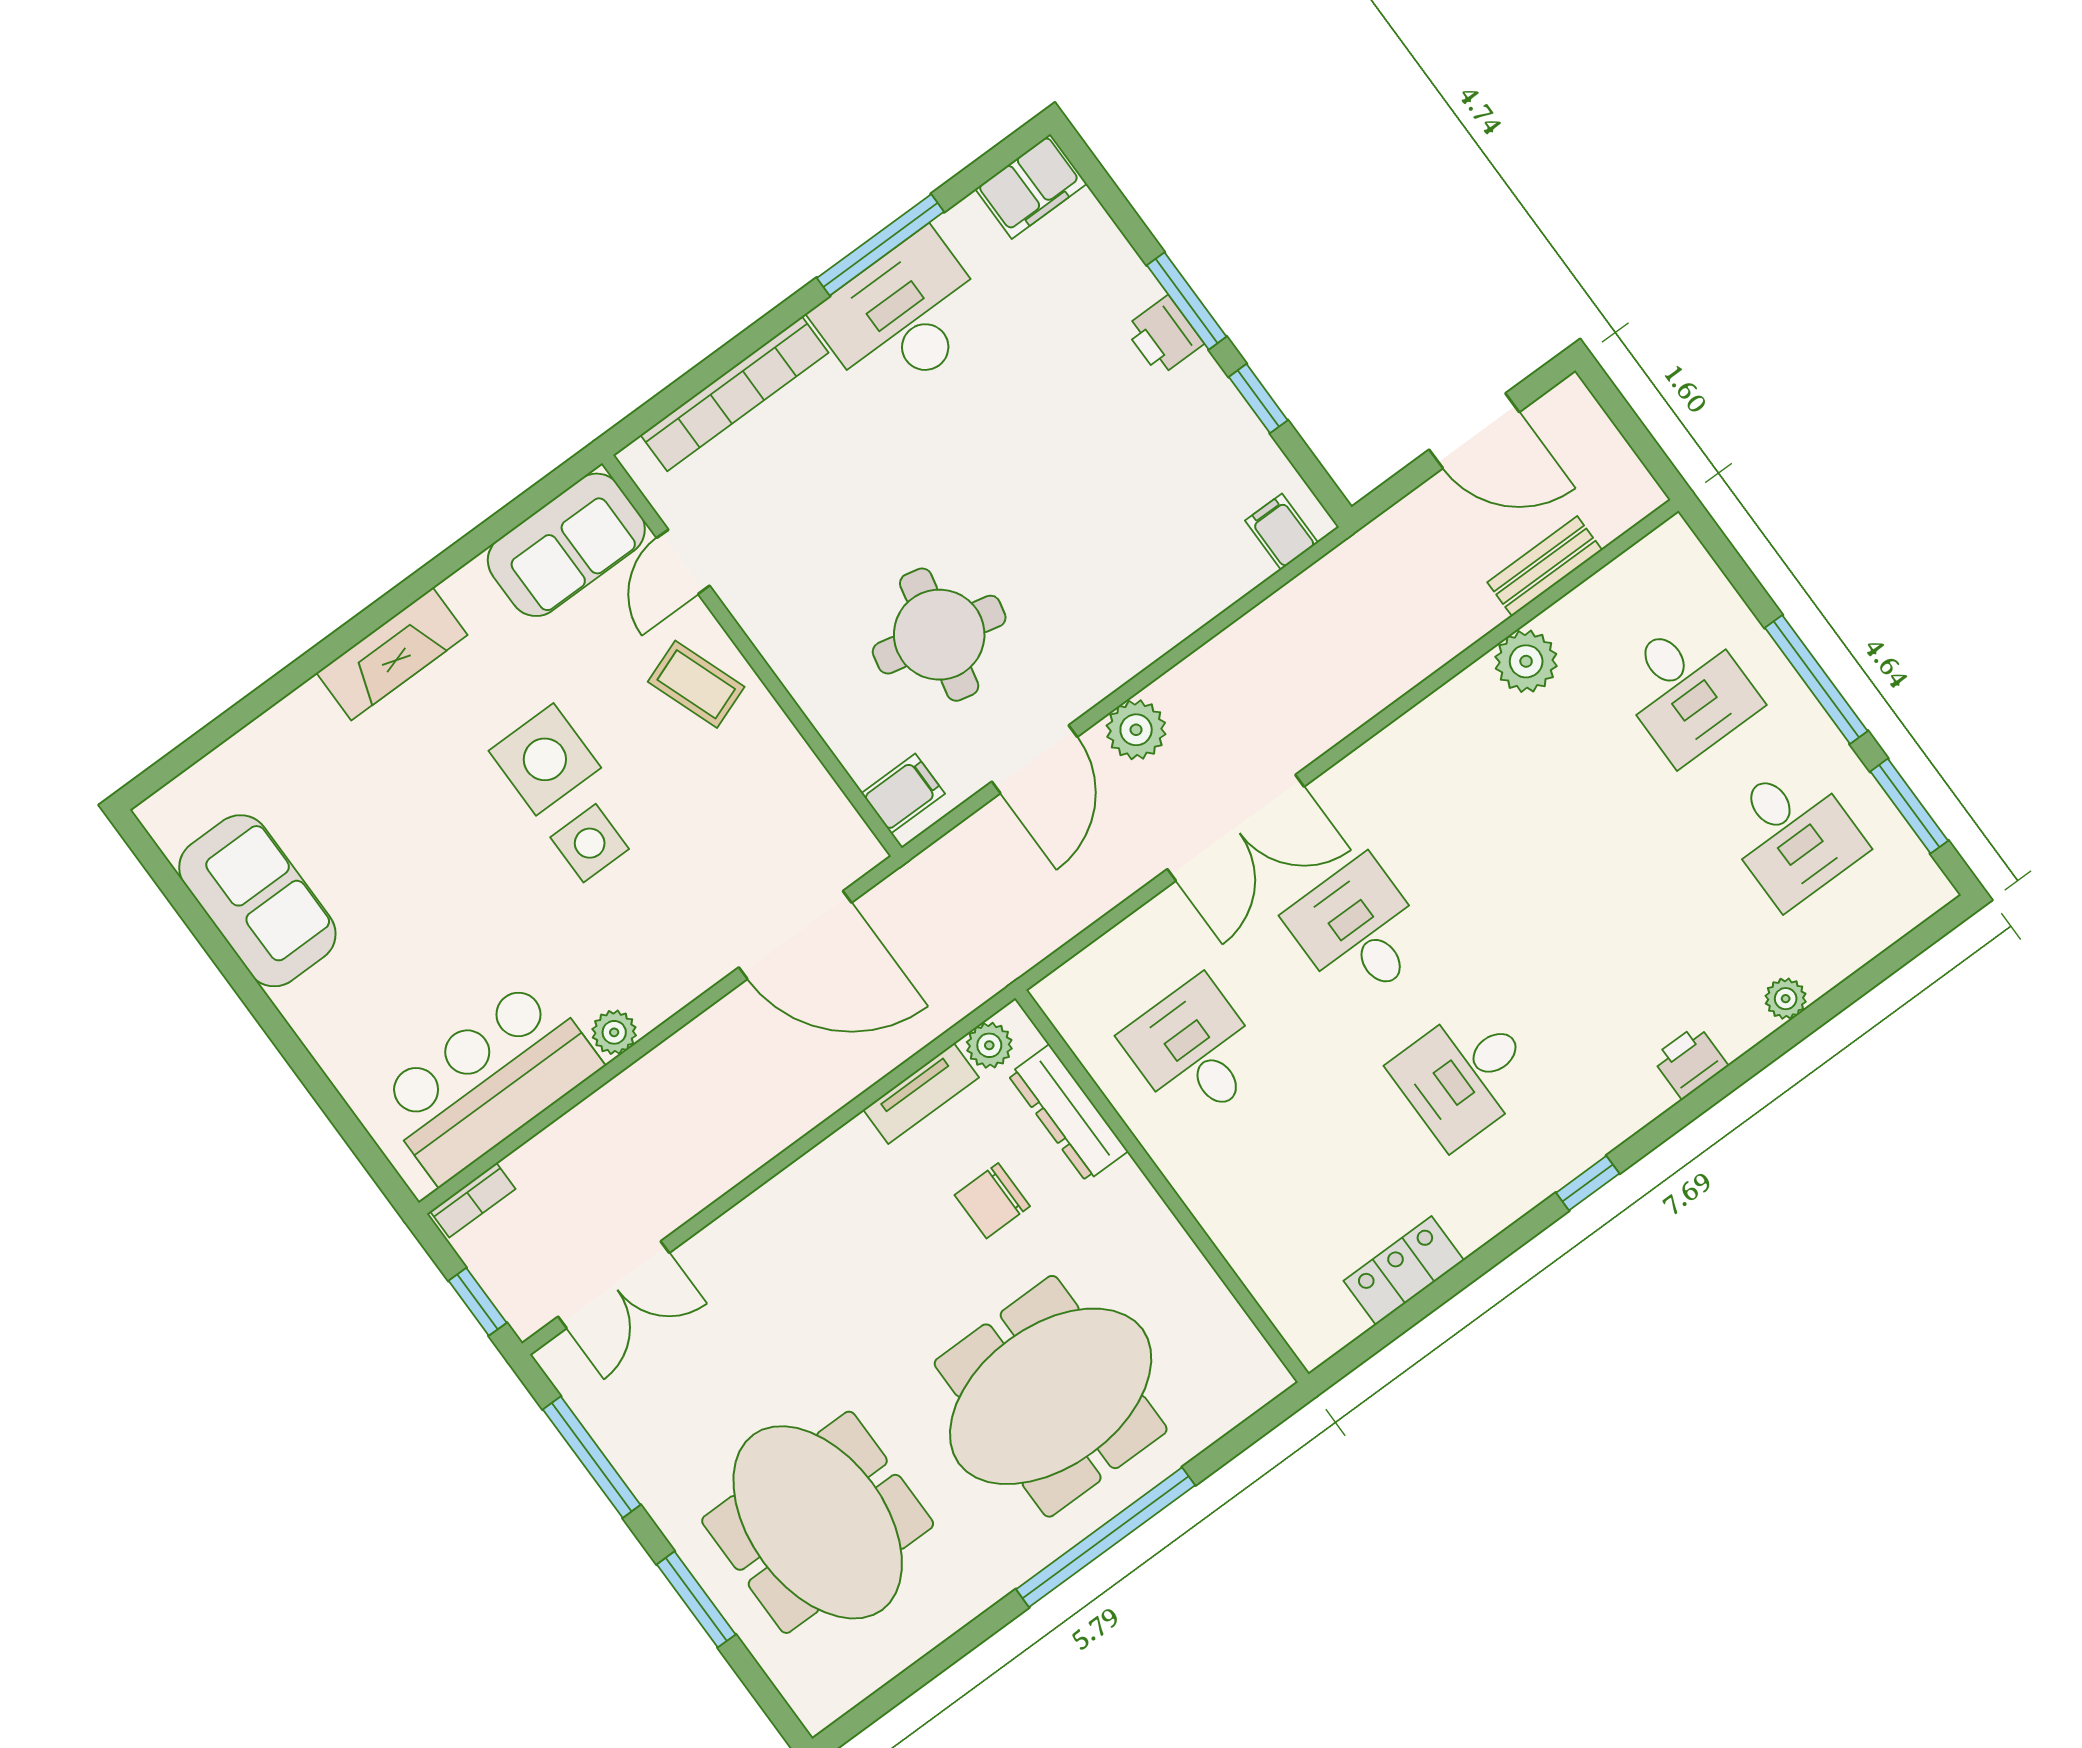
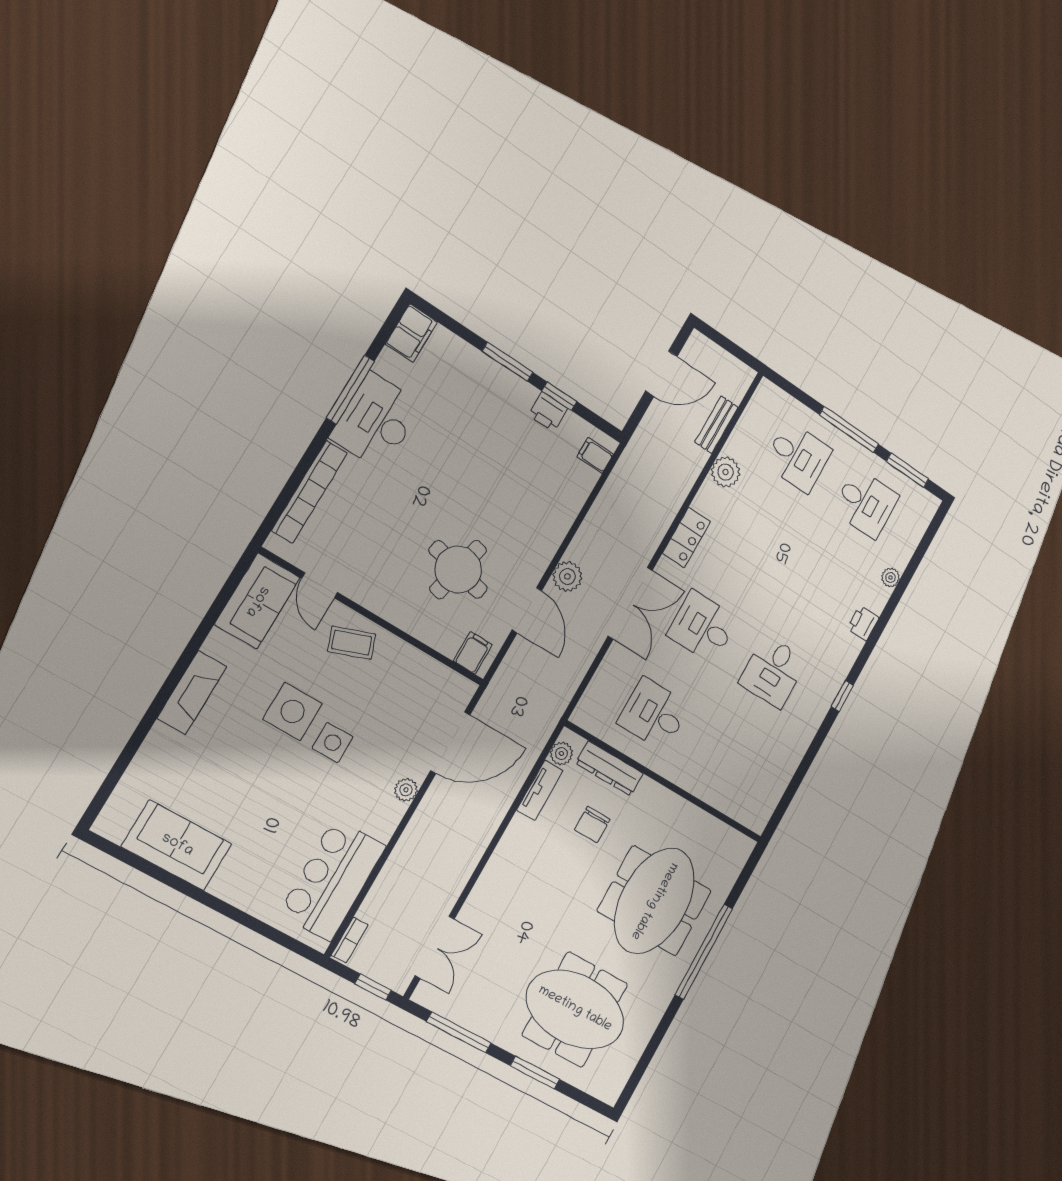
printer: (1164, 336) -> (548, 412), moved
plant: (614, 1032) -> (406, 790), moved
locker: (1404, 1270) -> (686, 537), moved, turned 180

